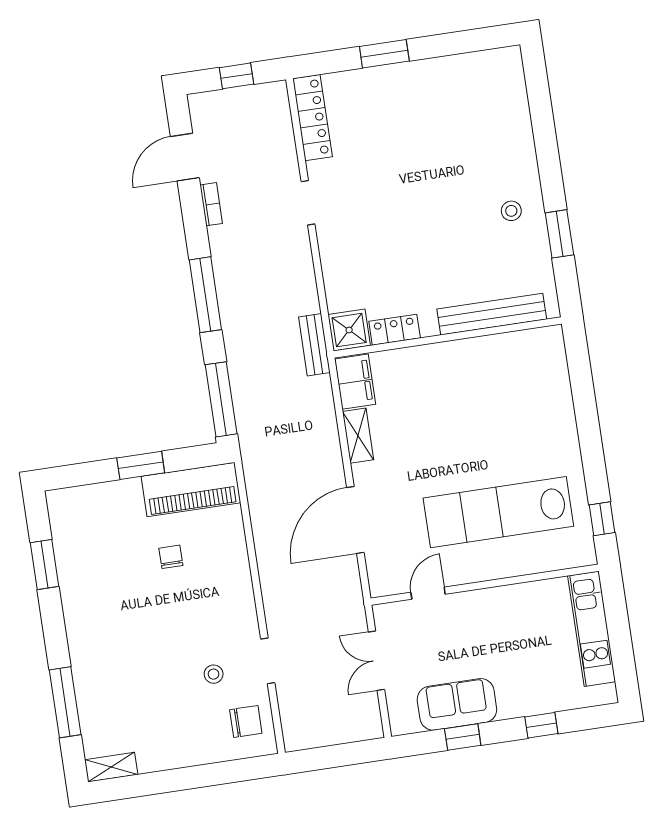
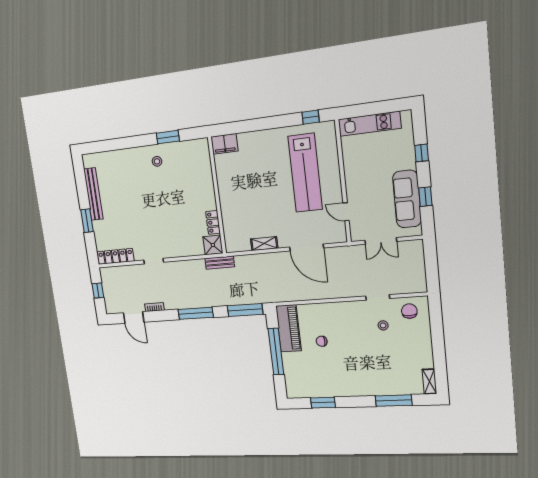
bench: (492, 314) -> (93, 194), moved
filing cabinet: (355, 382) -> (224, 144), moved, turned 180
window: (141, 465) -> (276, 352), width x2.11
sofa: (457, 704) -> (407, 199), width x1.36

